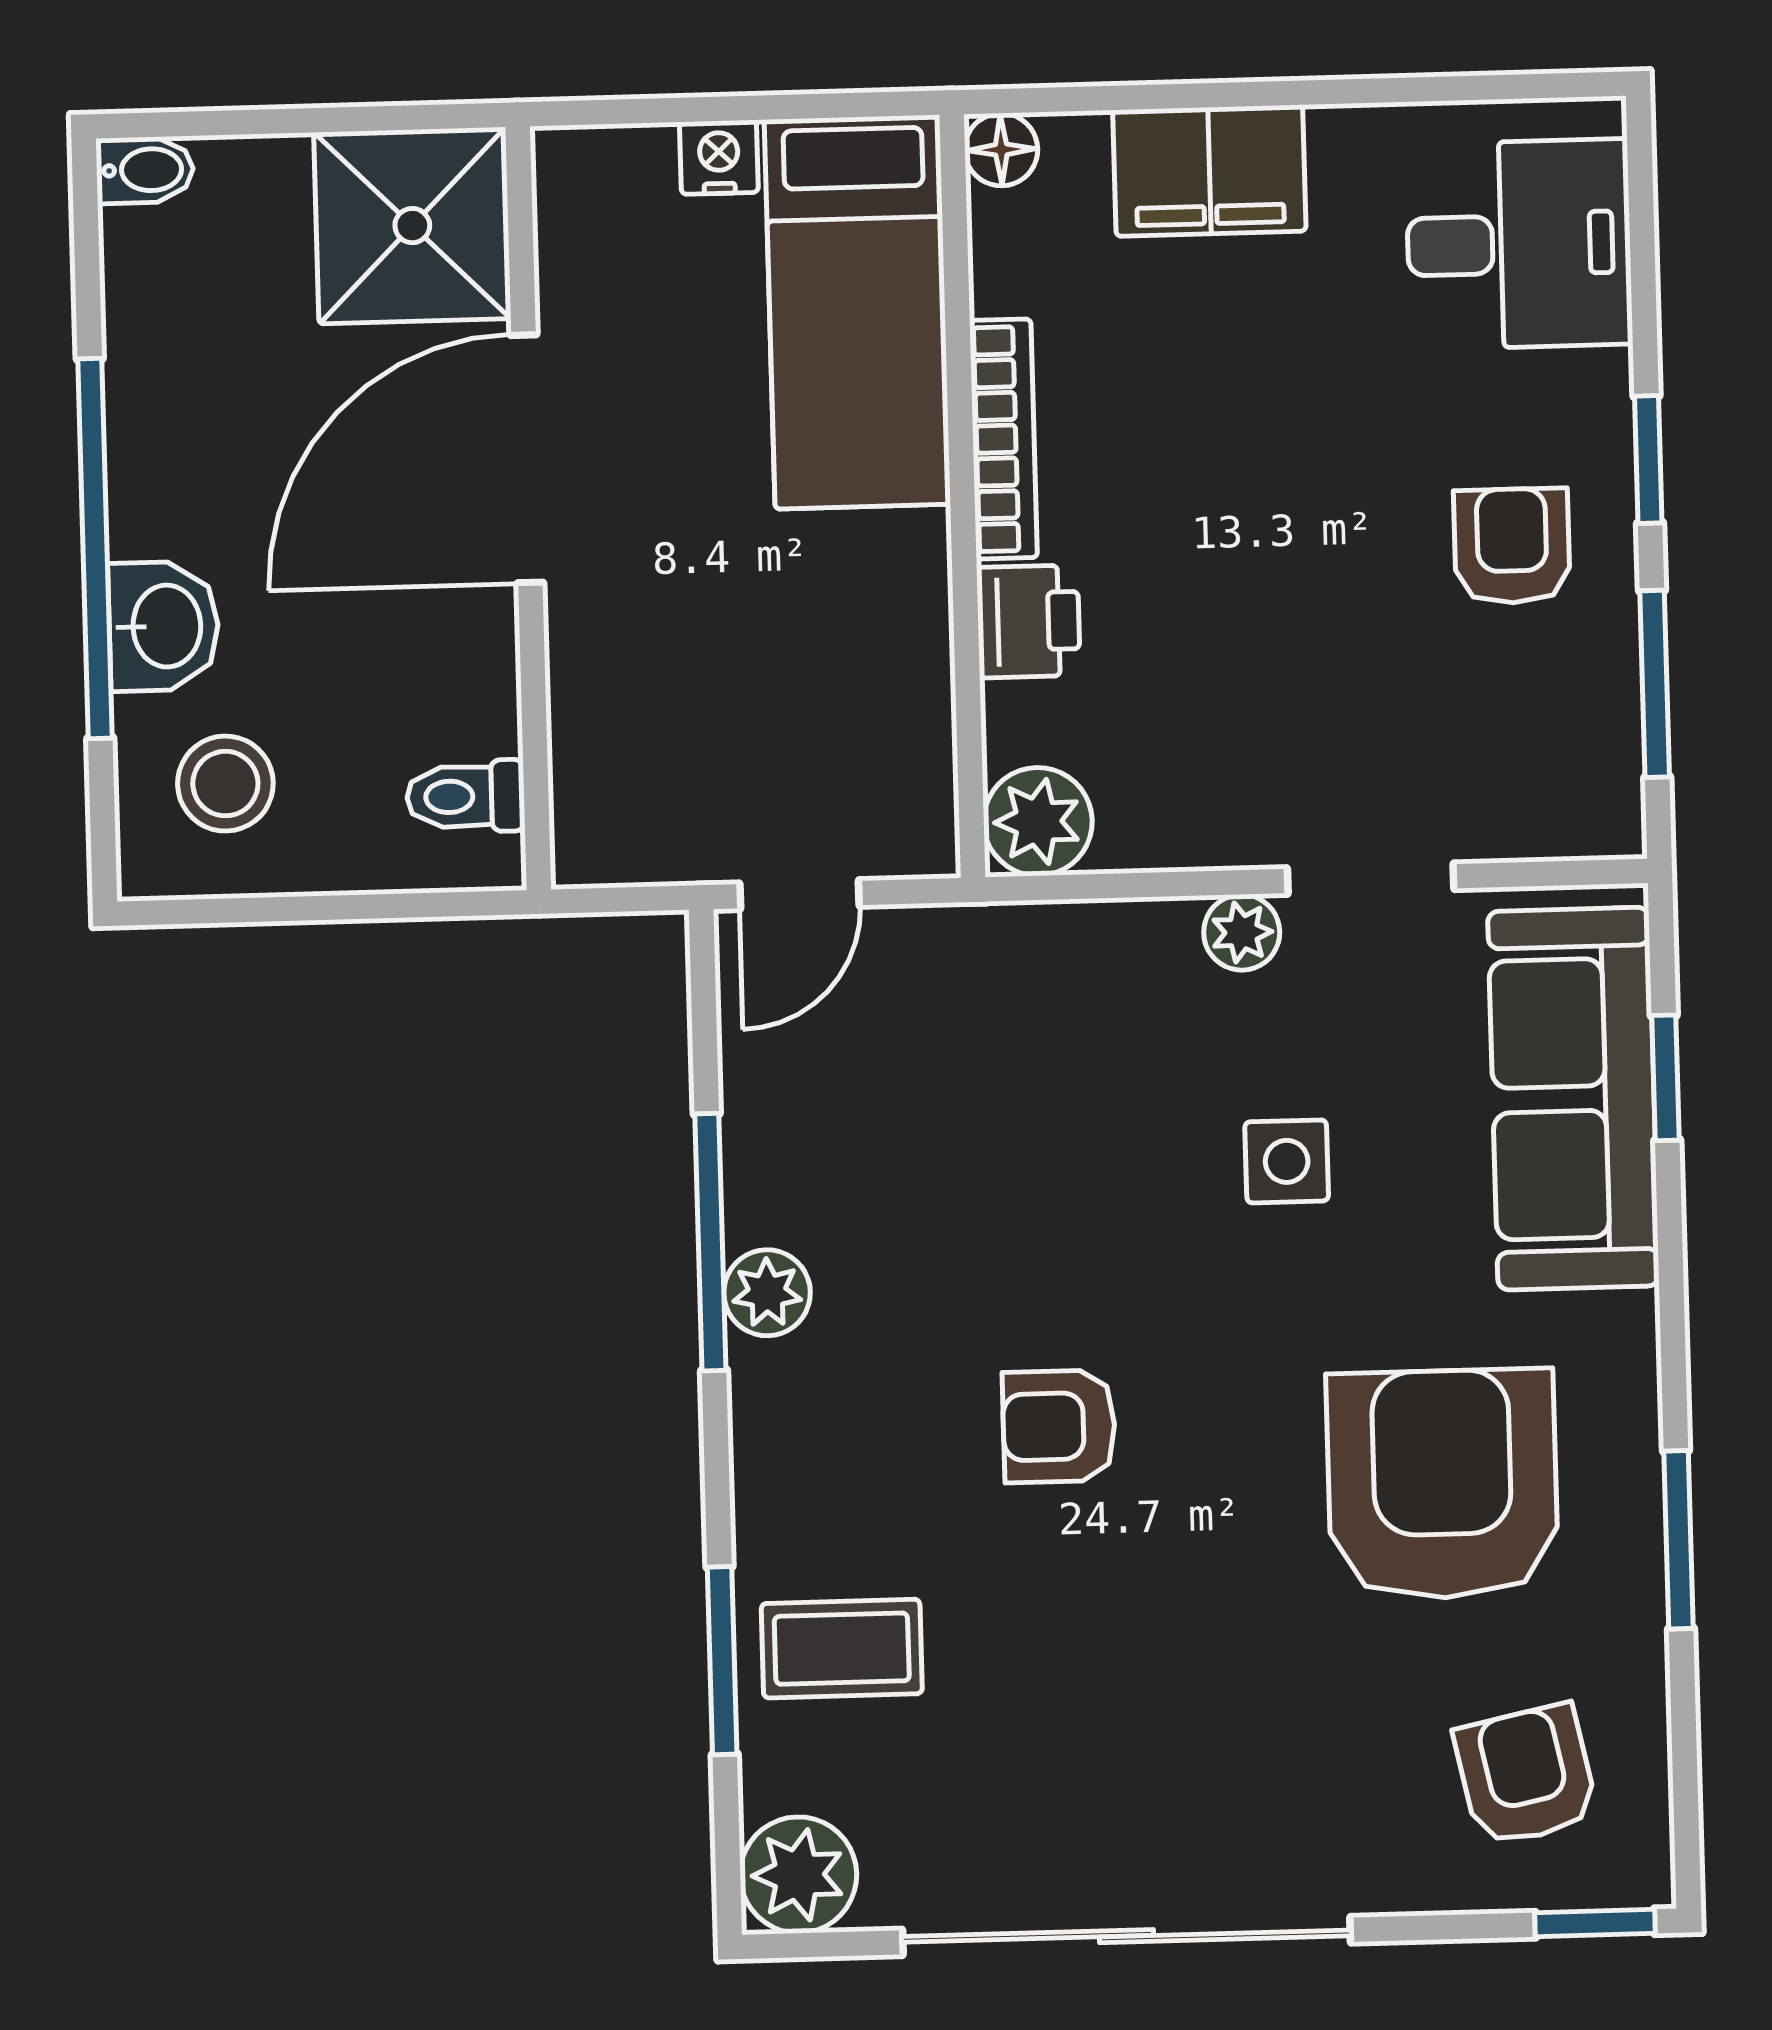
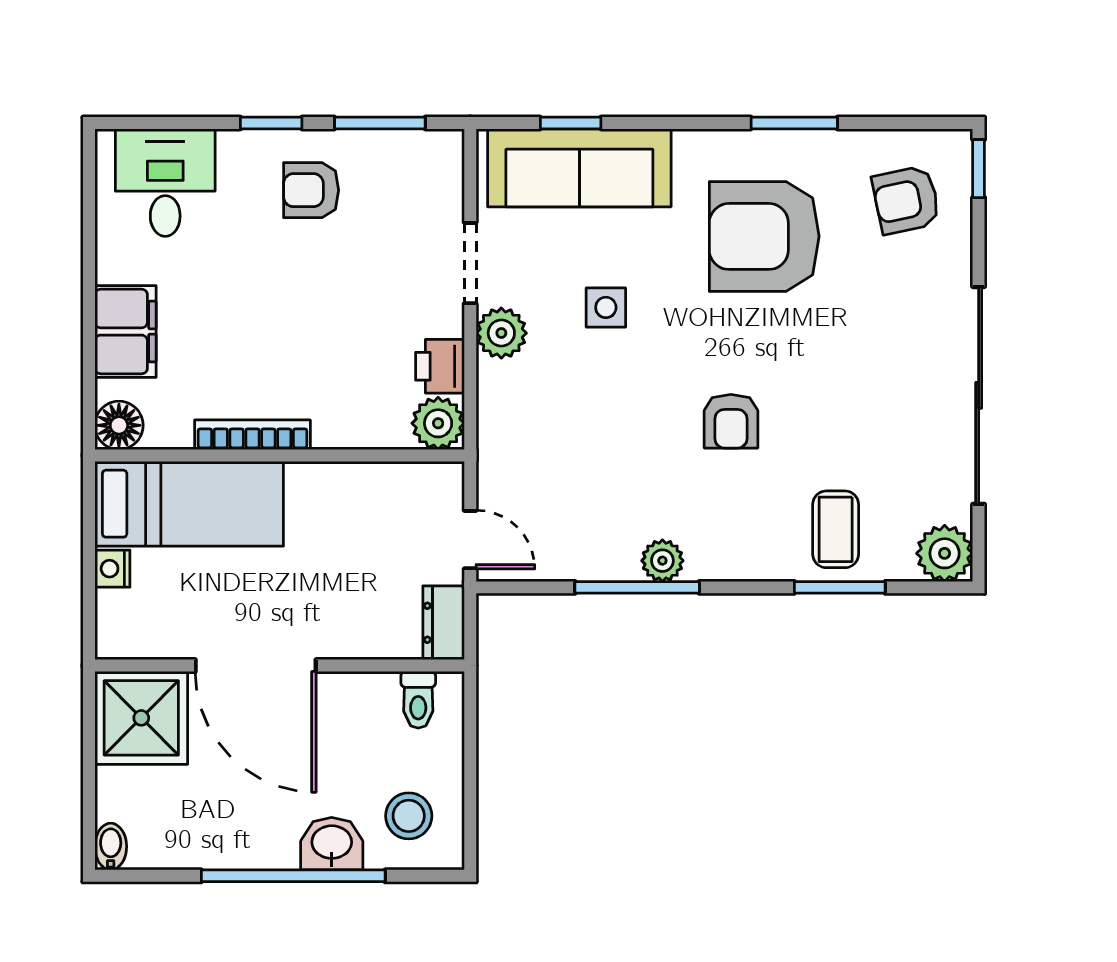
floor lamp: (1001, 150) -> (119, 425), width x1.37, depth x1.37
printer: (1028, 621) -> (440, 366), moved, turned -90
dresser: (626, 844) -> (444, 623), added
plant: (1242, 932) -> (501, 333), width x1.38, depth x1.38

